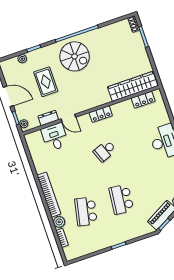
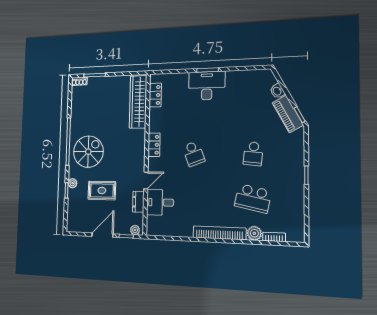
plant: (22, 59) -> (73, 183), moved
school desk: (121, 199) -> (253, 154), width x0.54

